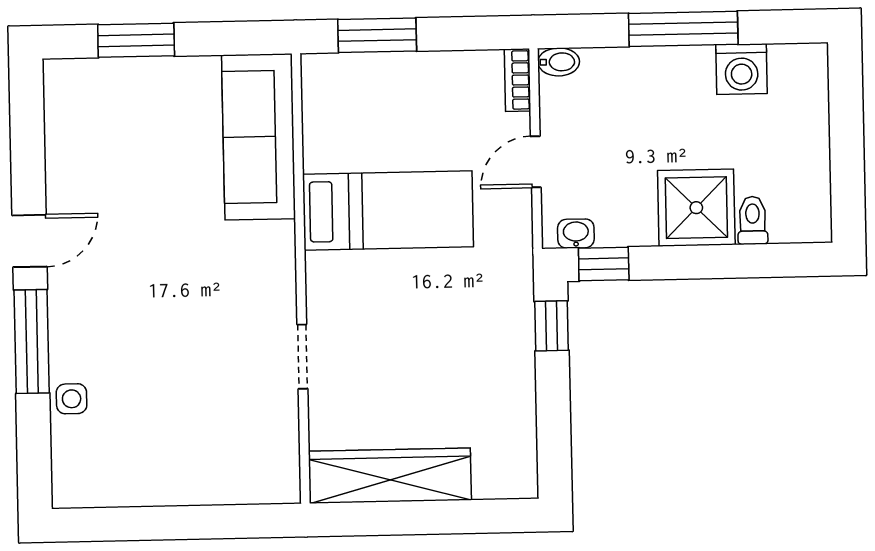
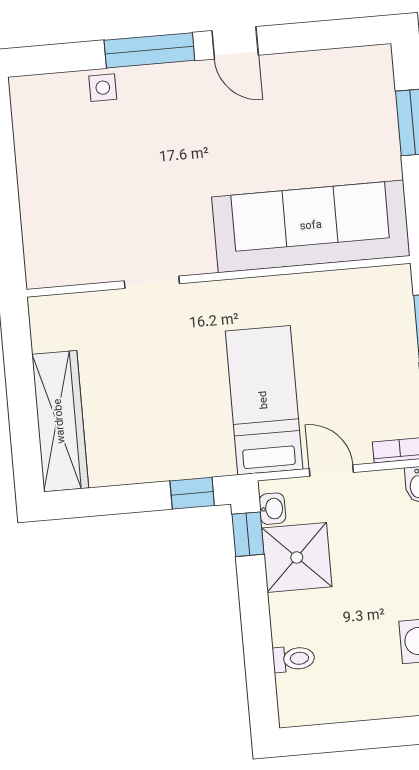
sofa: (258, 137) -> (311, 226), width x1.36, depth x1.27
shower: (696, 208) -> (297, 557), moved
bed: (388, 210) -> (264, 400), moved, turned 180
wardrobe: (390, 476) -> (60, 421), moved

